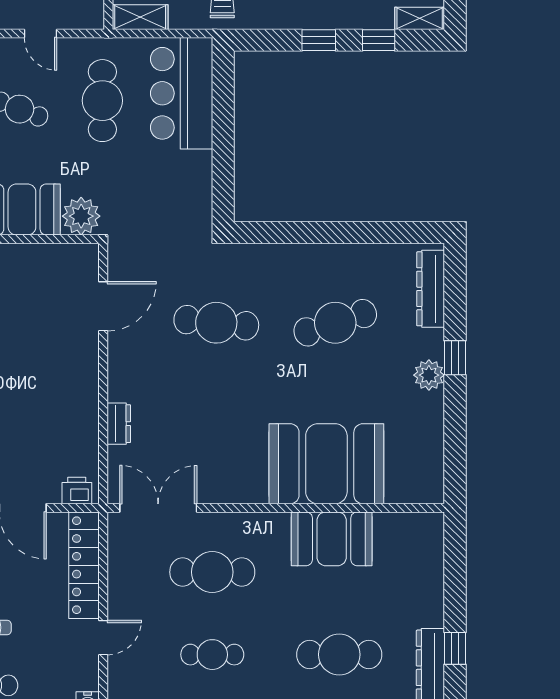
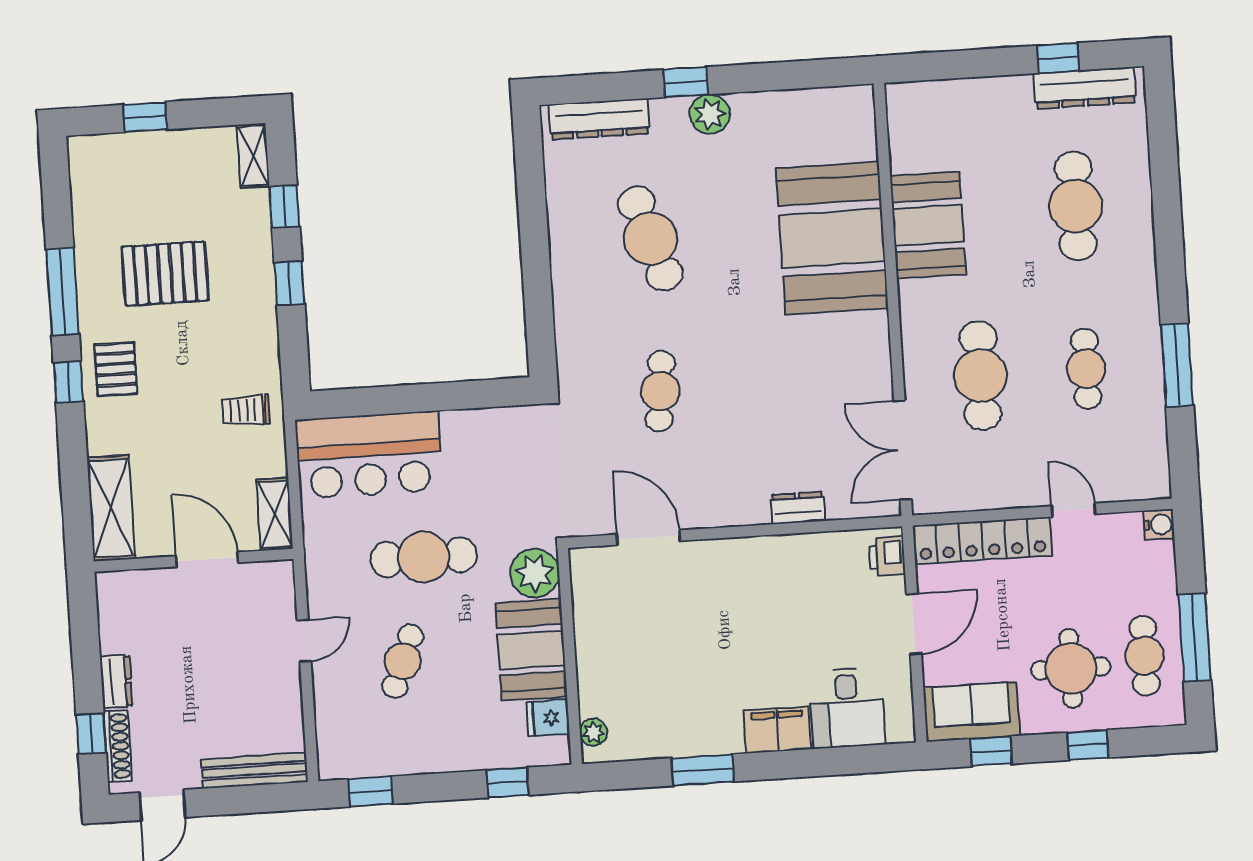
cafe table: (102, 101) -> (424, 557), moved
cafe table: (216, 323) -> (660, 391), width x0.73, depth x0.74

